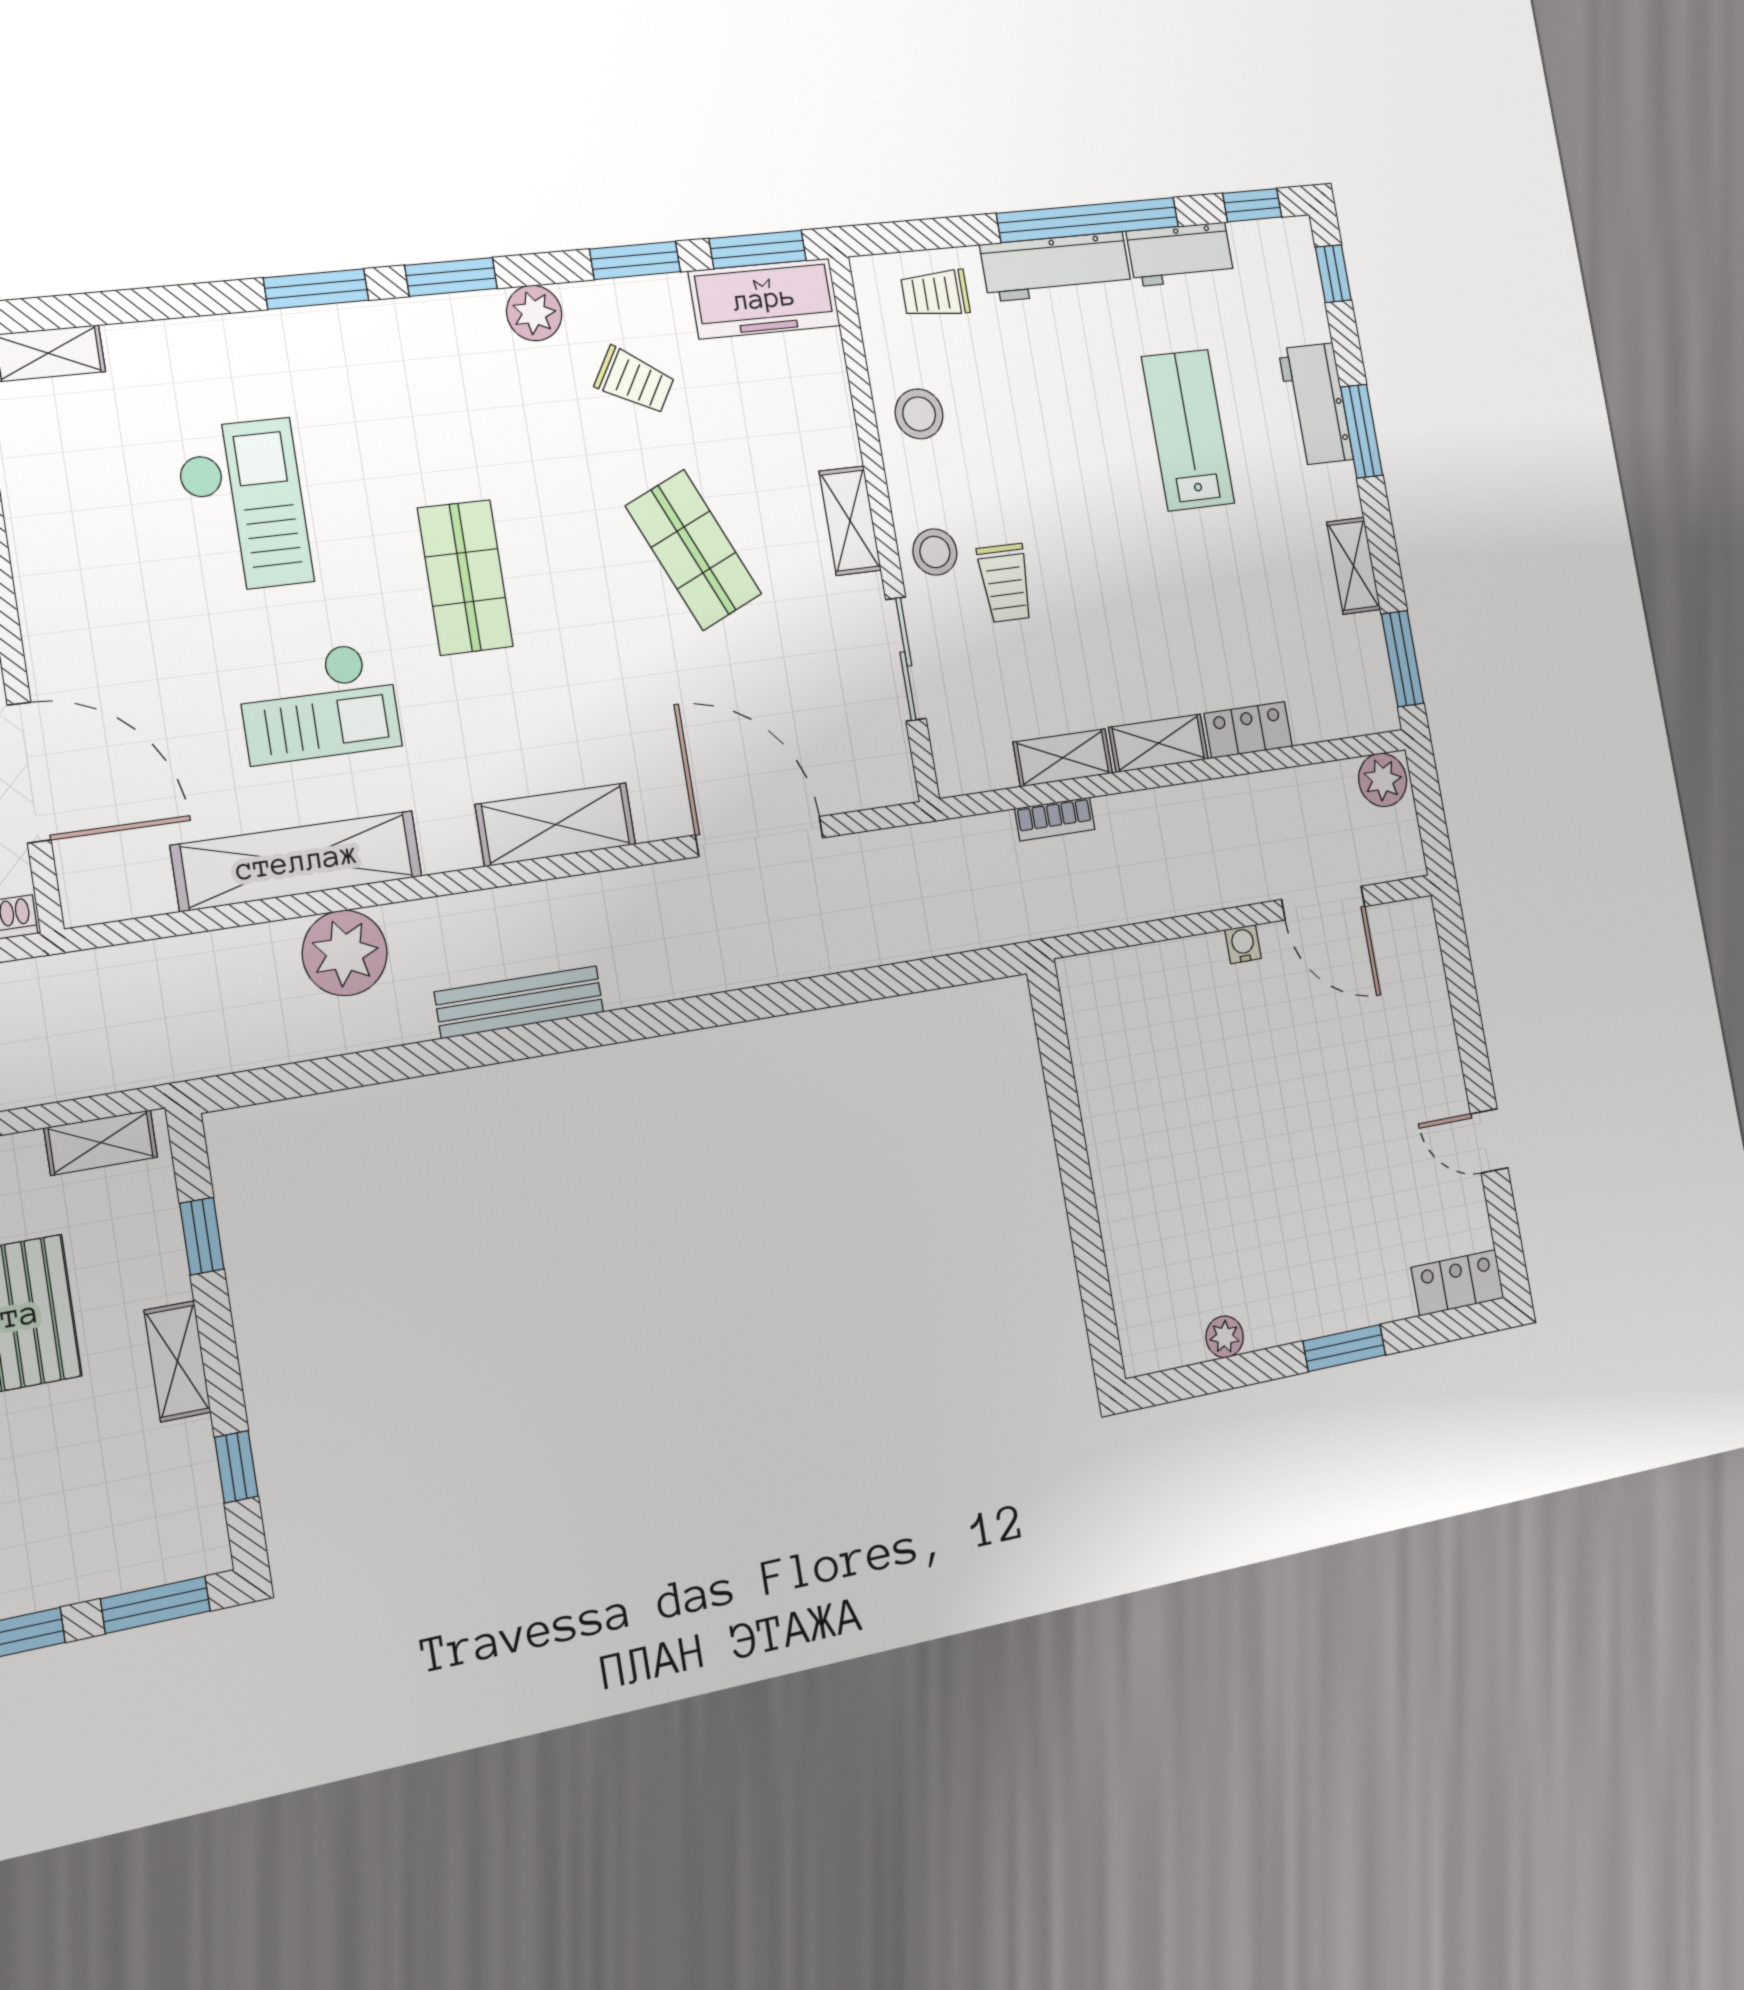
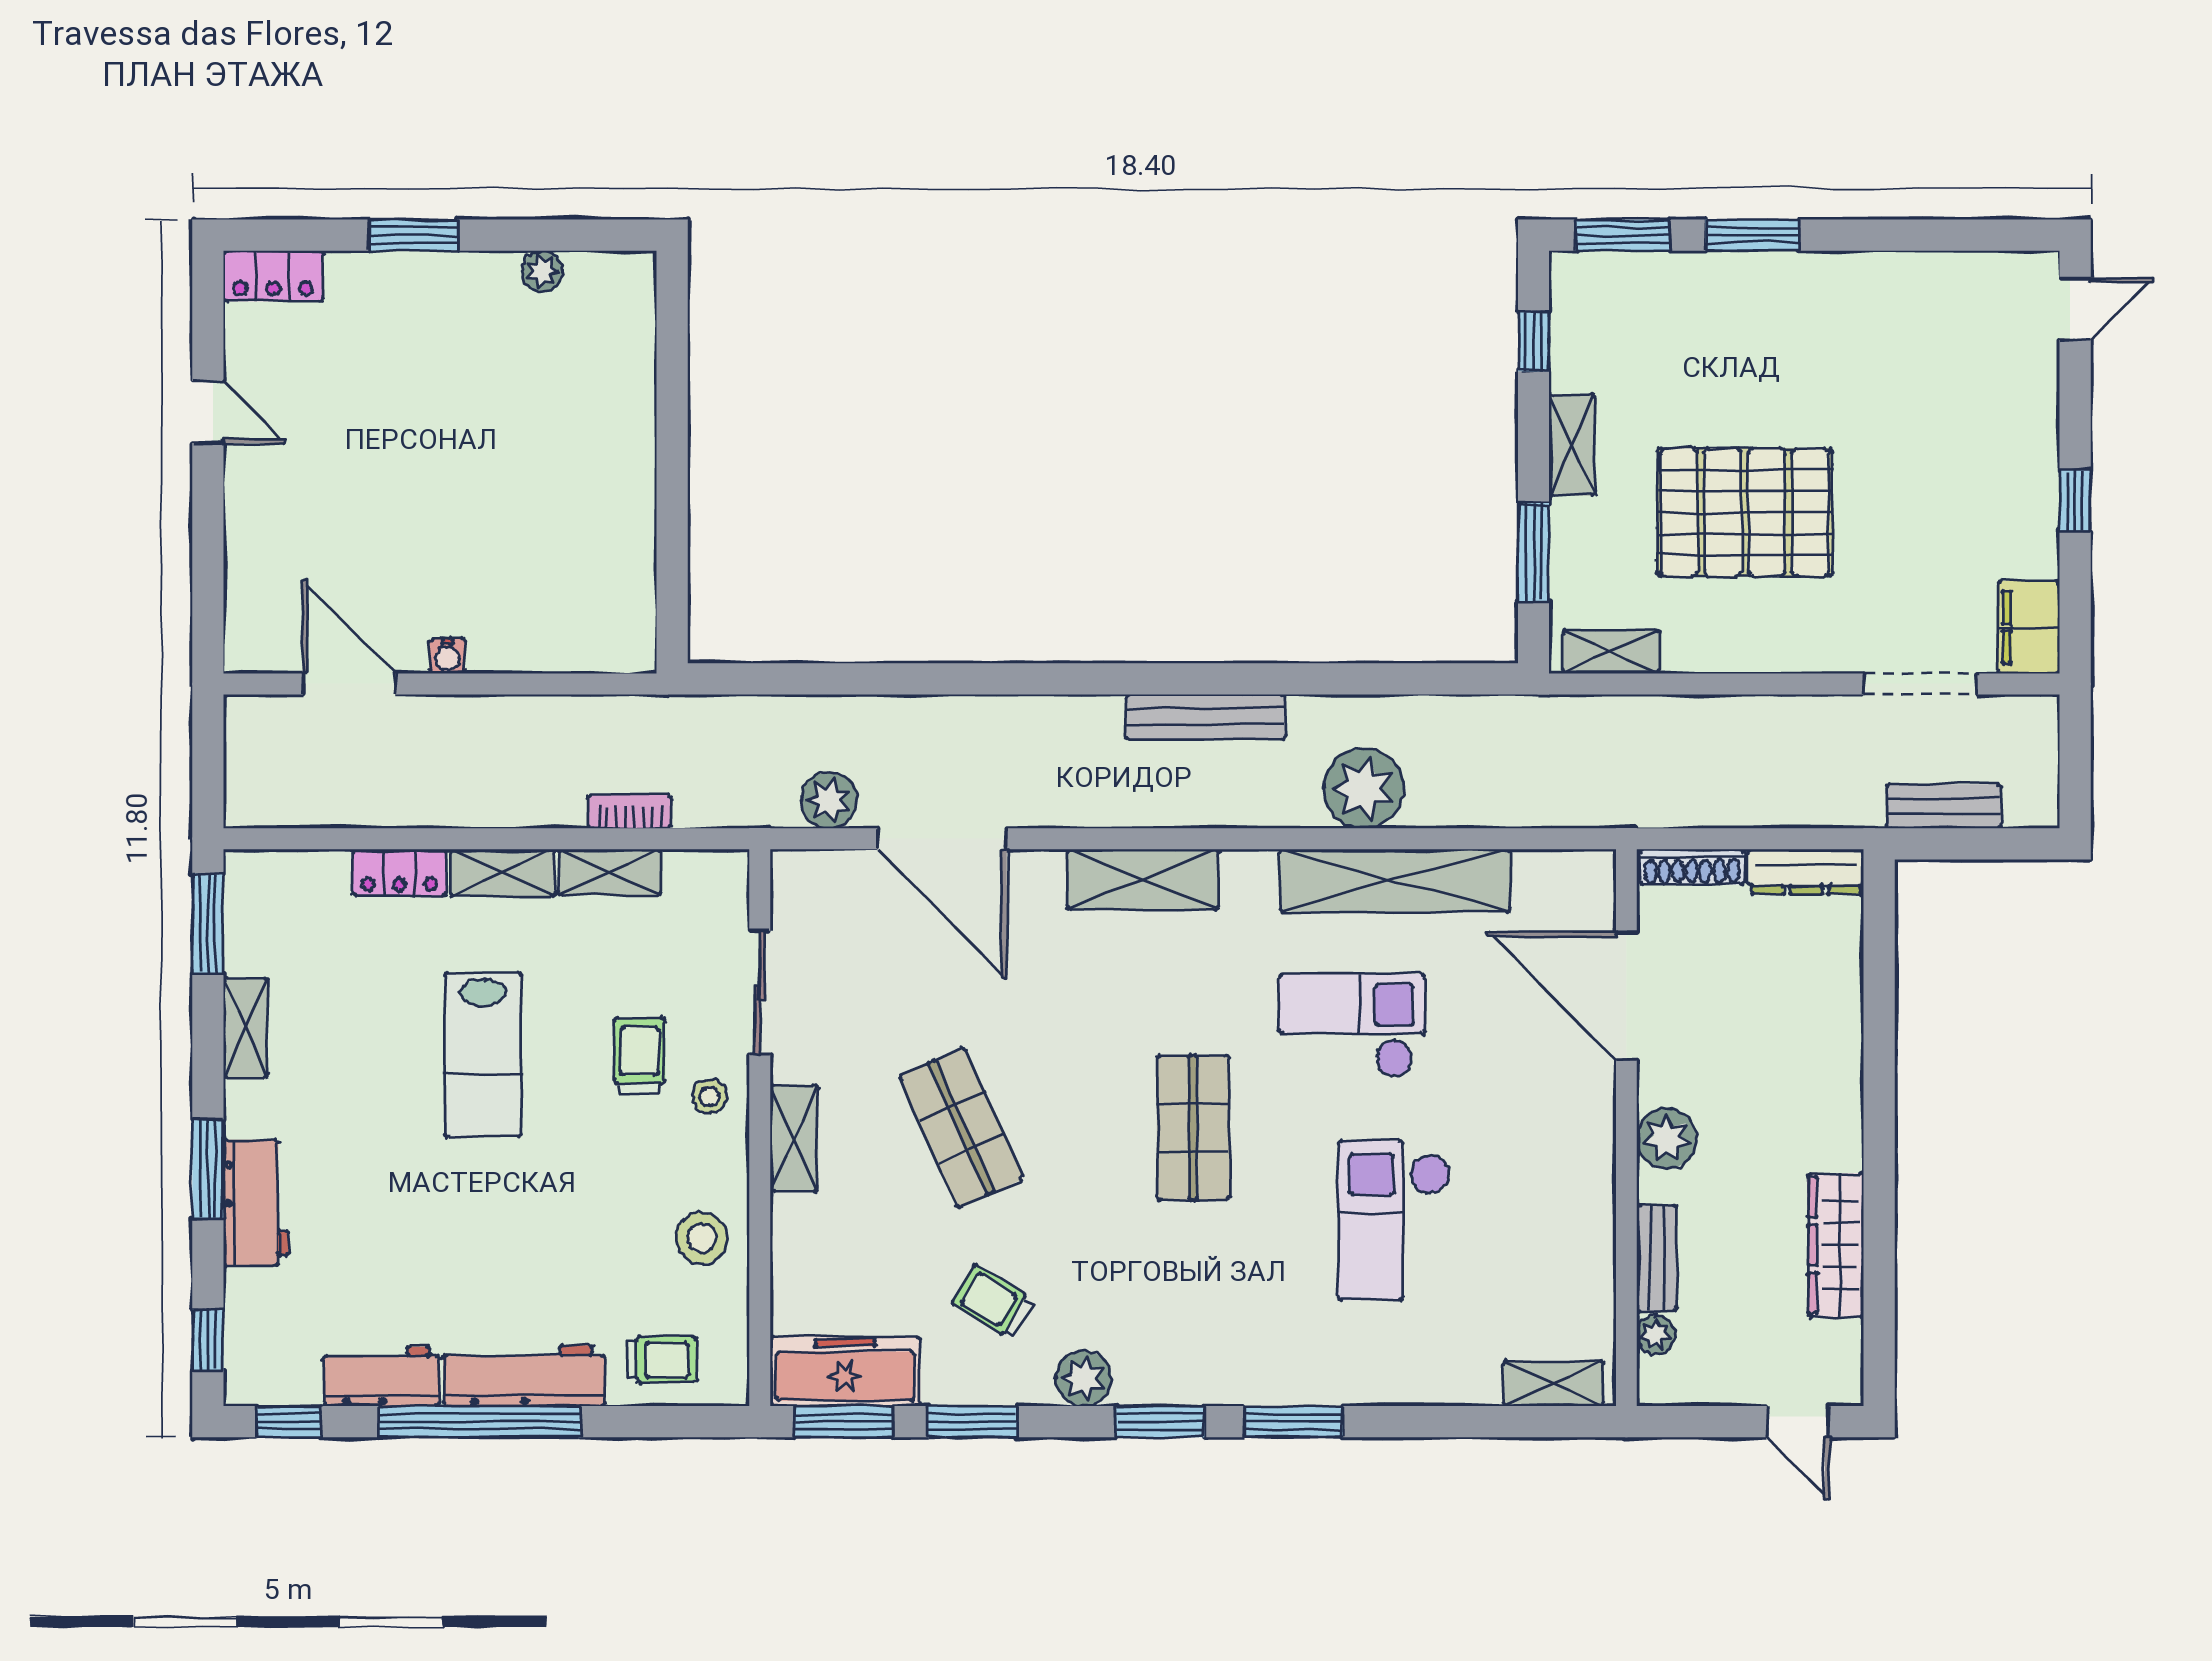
lab bench: (1188, 430) -> (483, 1055), moved
stool: (935, 552) -> (710, 1096), width x0.73, depth x0.73
plant: (1383, 780) -> (829, 800), moved
window: (202, 1236) -> (1533, 552), width x1.50

